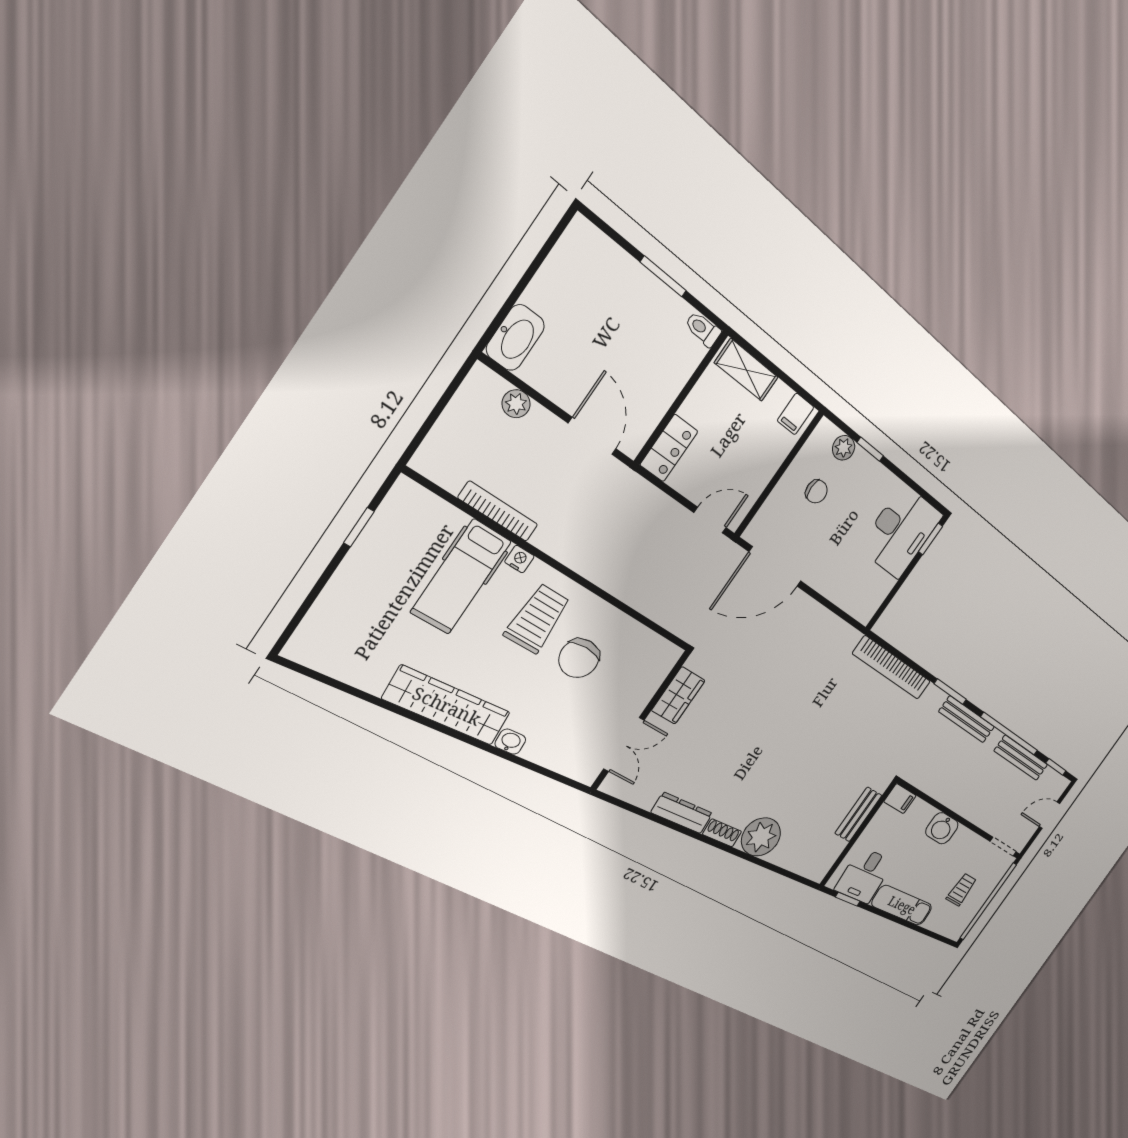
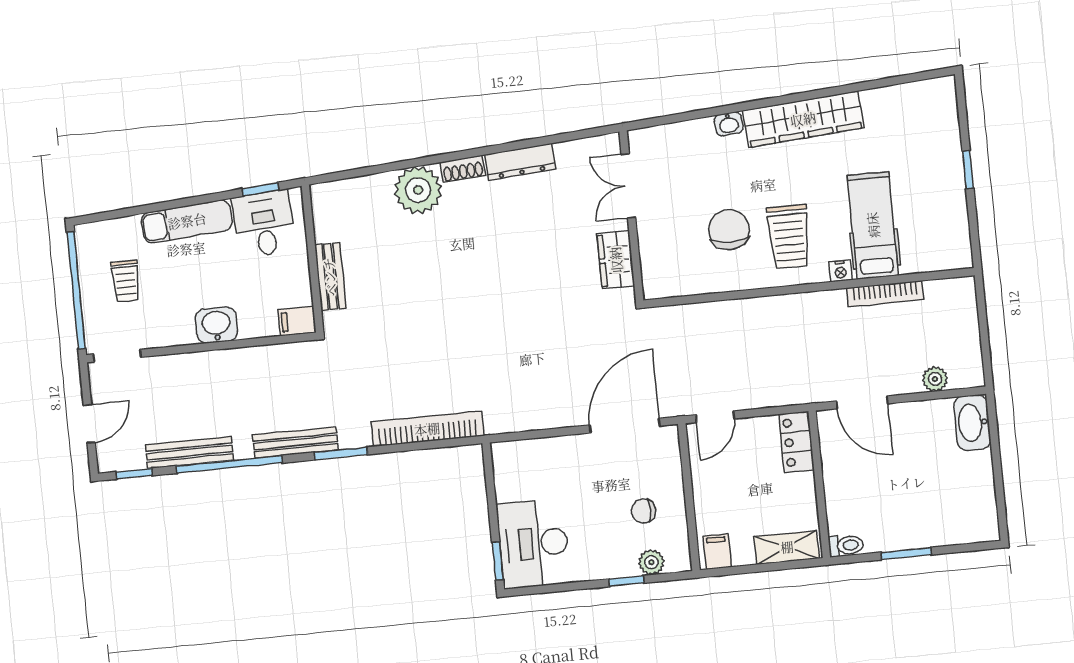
window: (359, 527) -> (968, 170), moved

